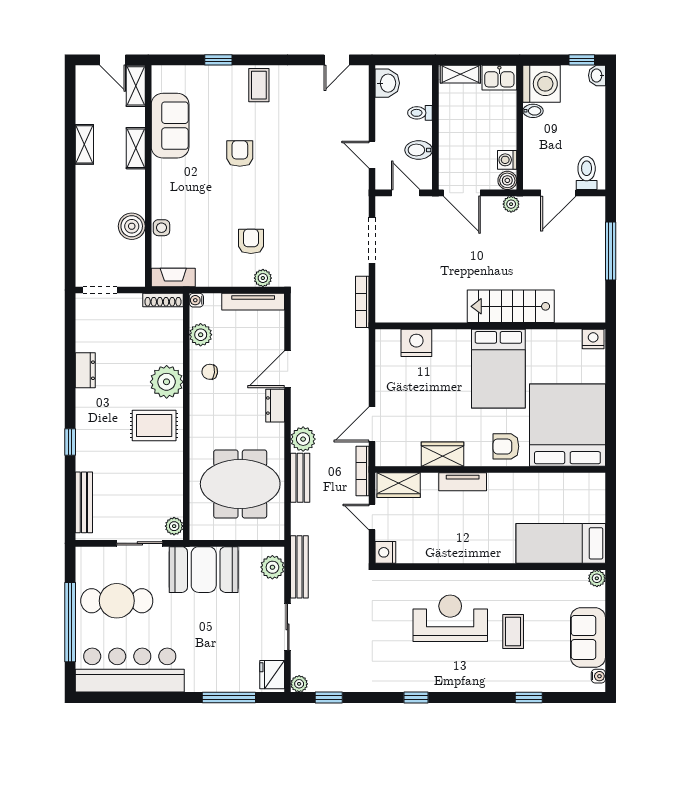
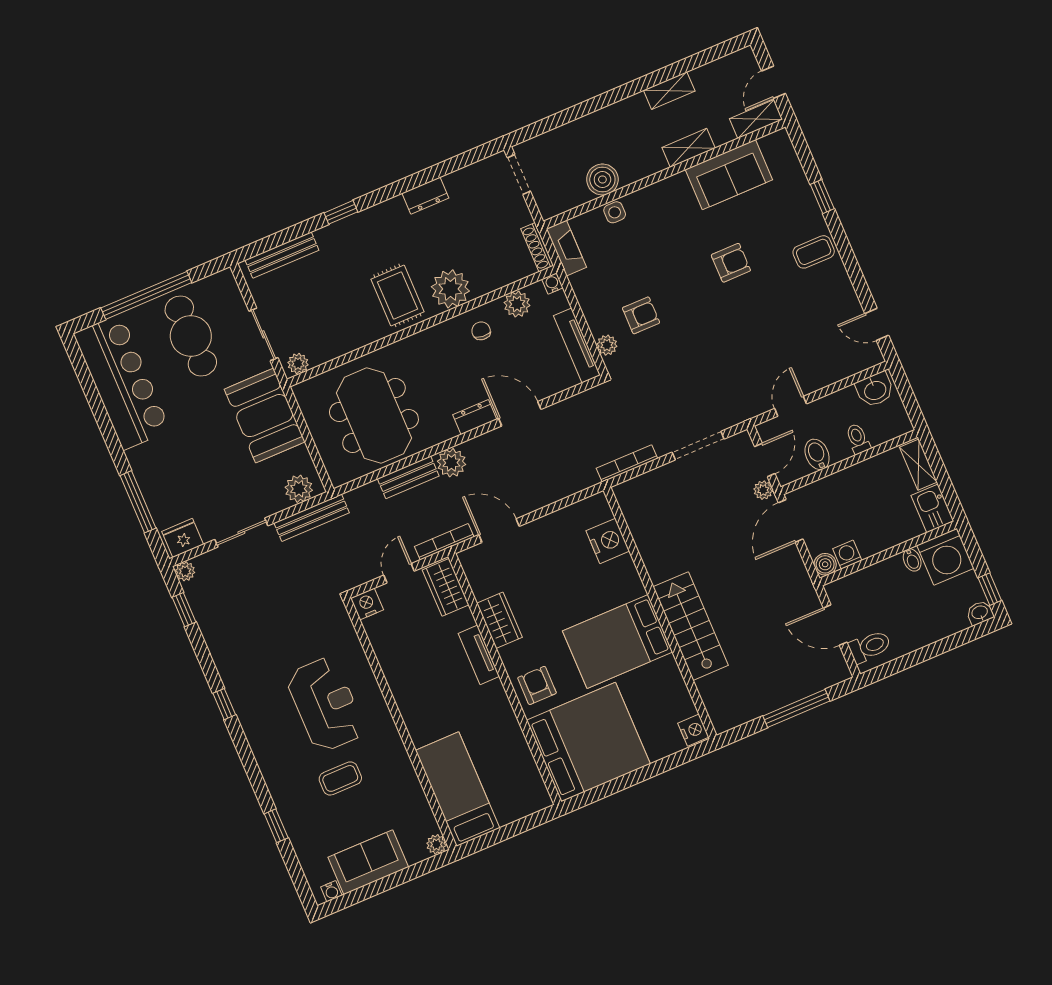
plant: (511, 204) -> (763, 490), moved

